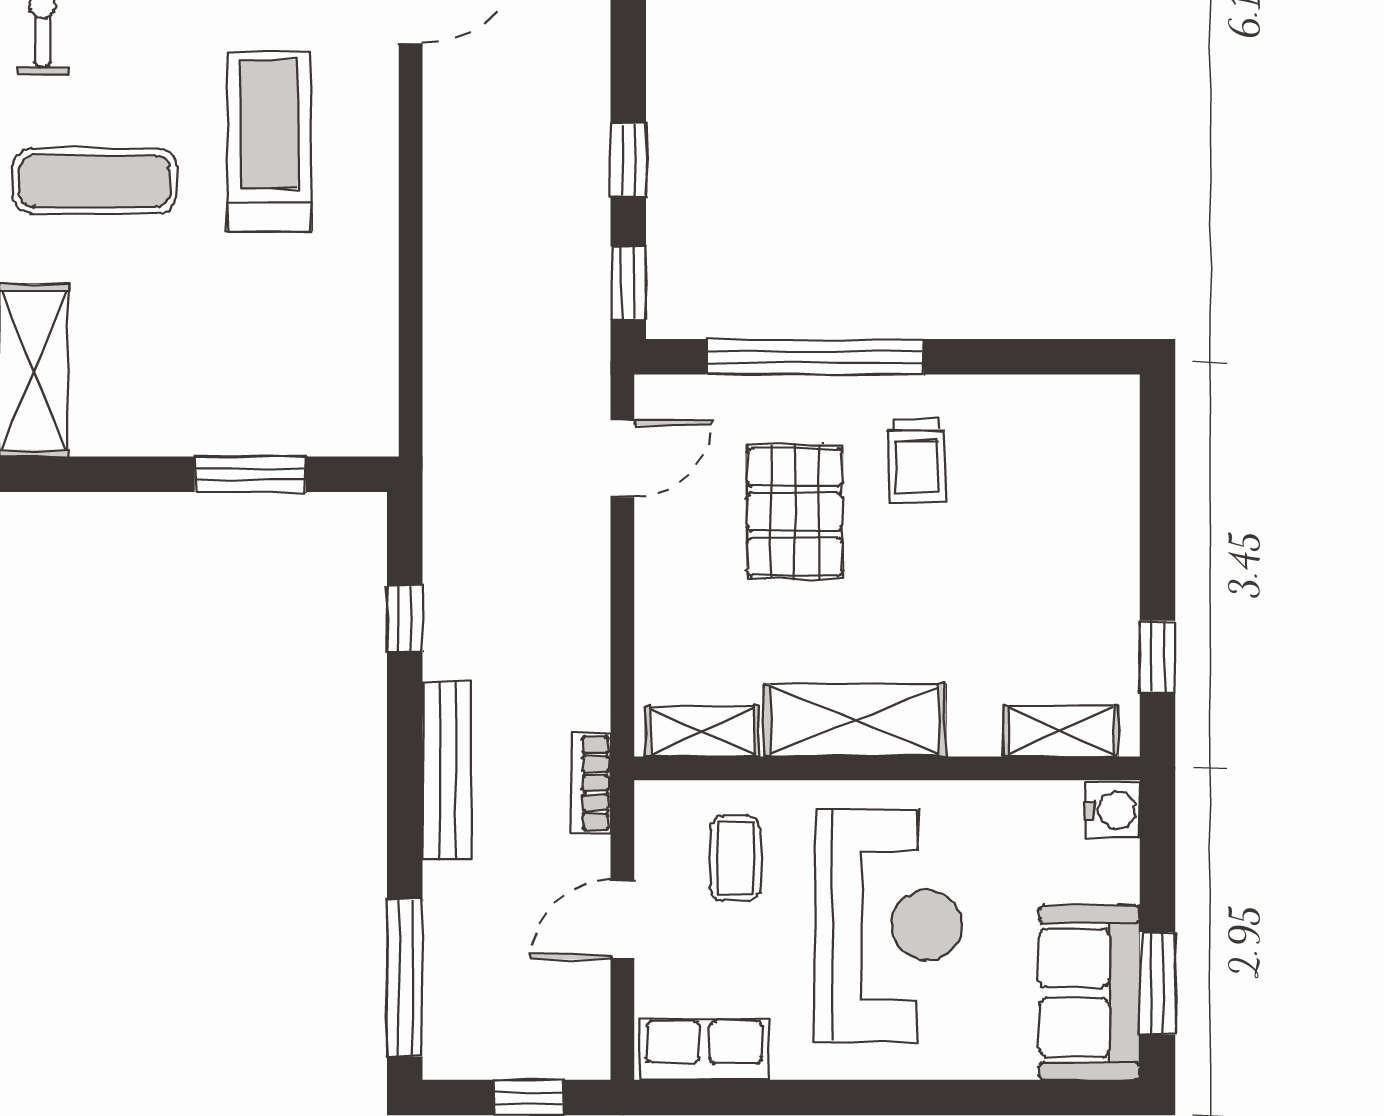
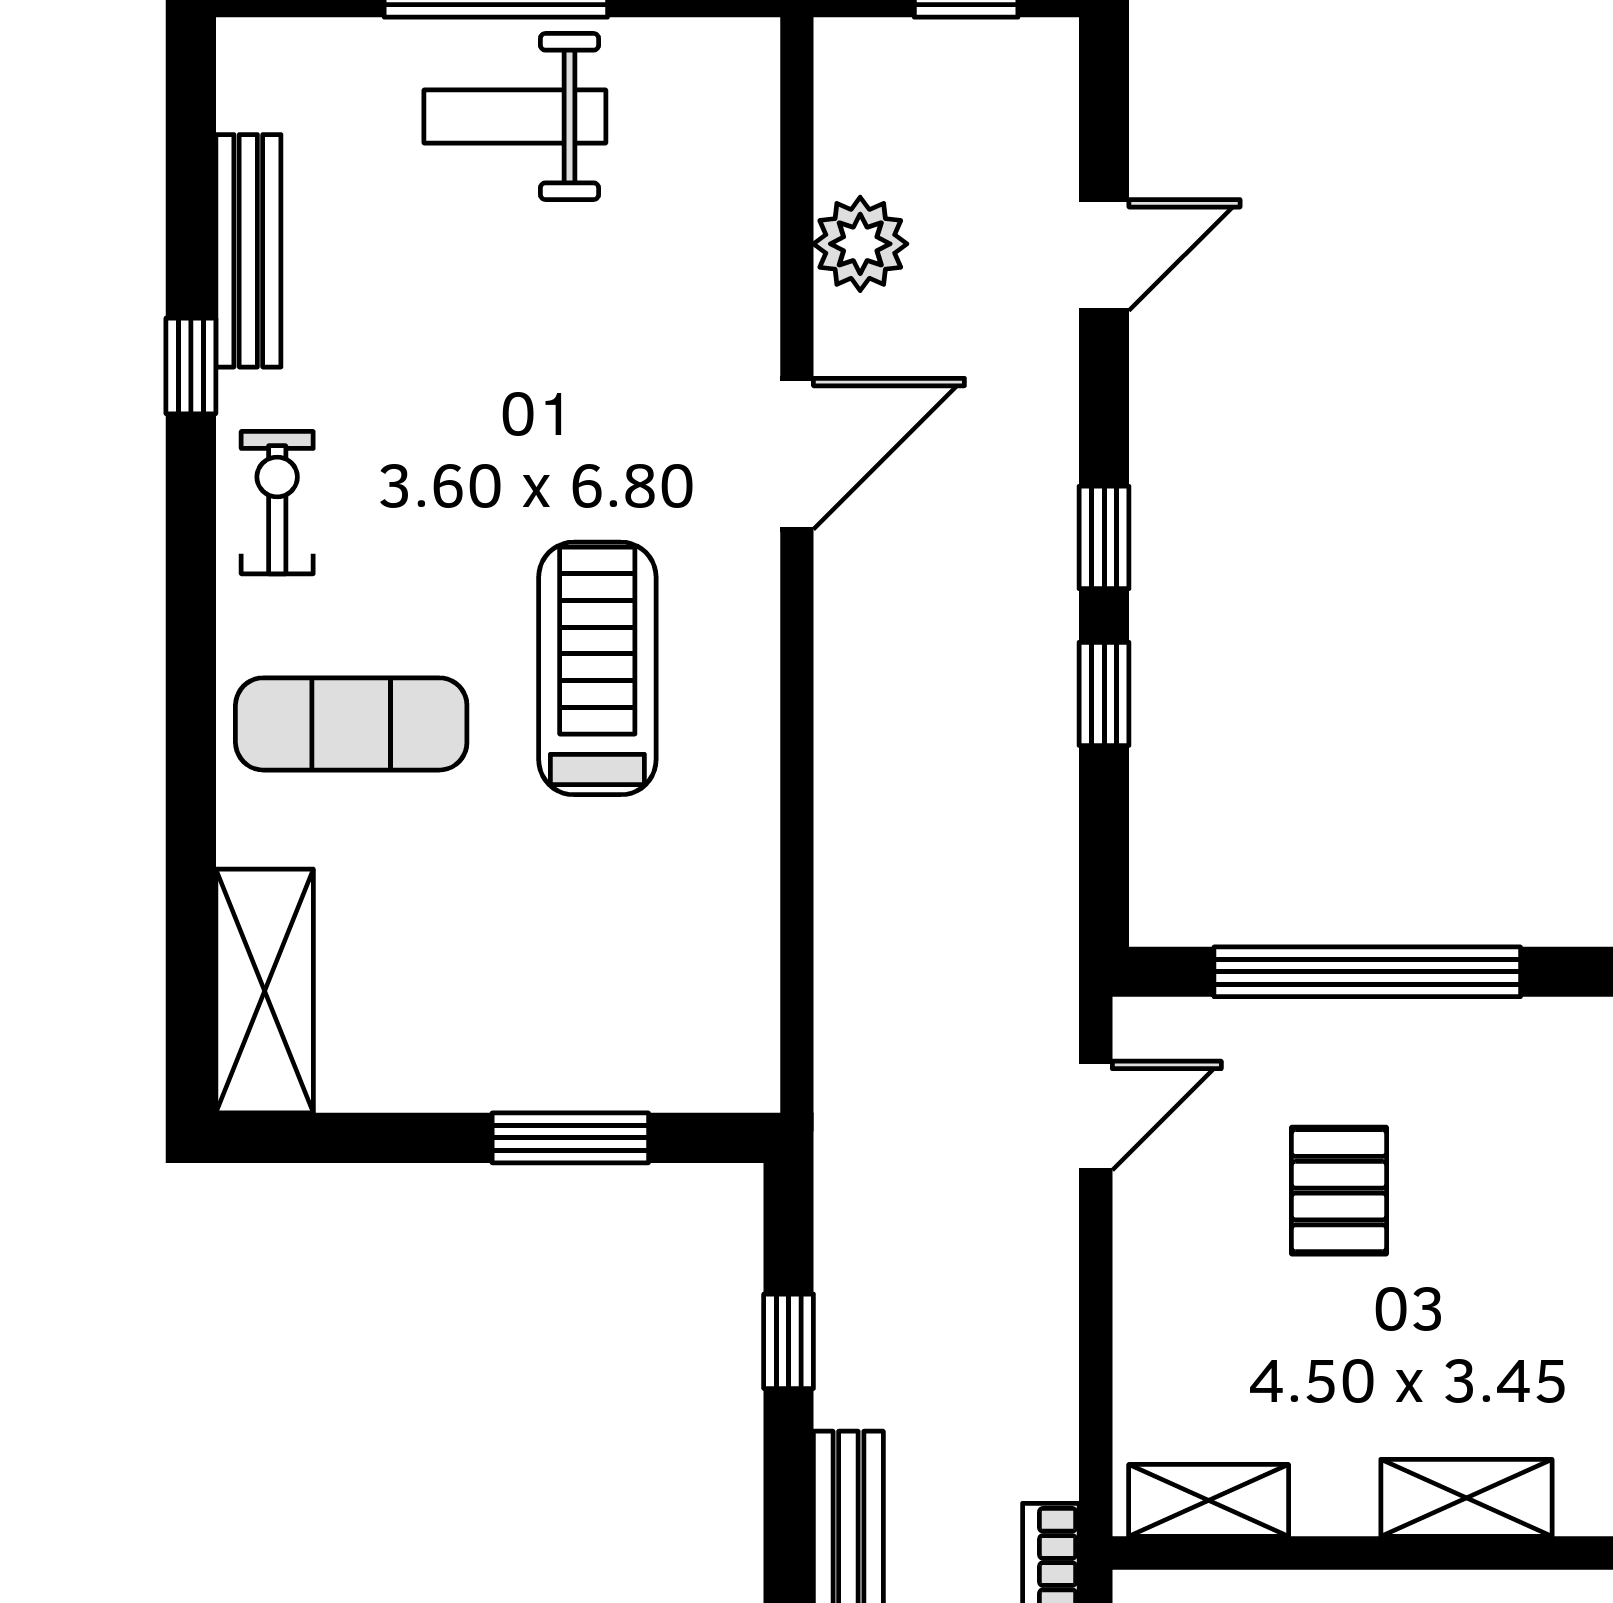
window: (628, 283) -> (1104, 537), moved
trolley: (917, 461) -> (1512, 1119), removed
pallet: (795, 512) -> (1339, 1191), width x0.67, depth x0.71
shelving: (855, 720) -> (1466, 1498), width x0.67, depth x0.75

